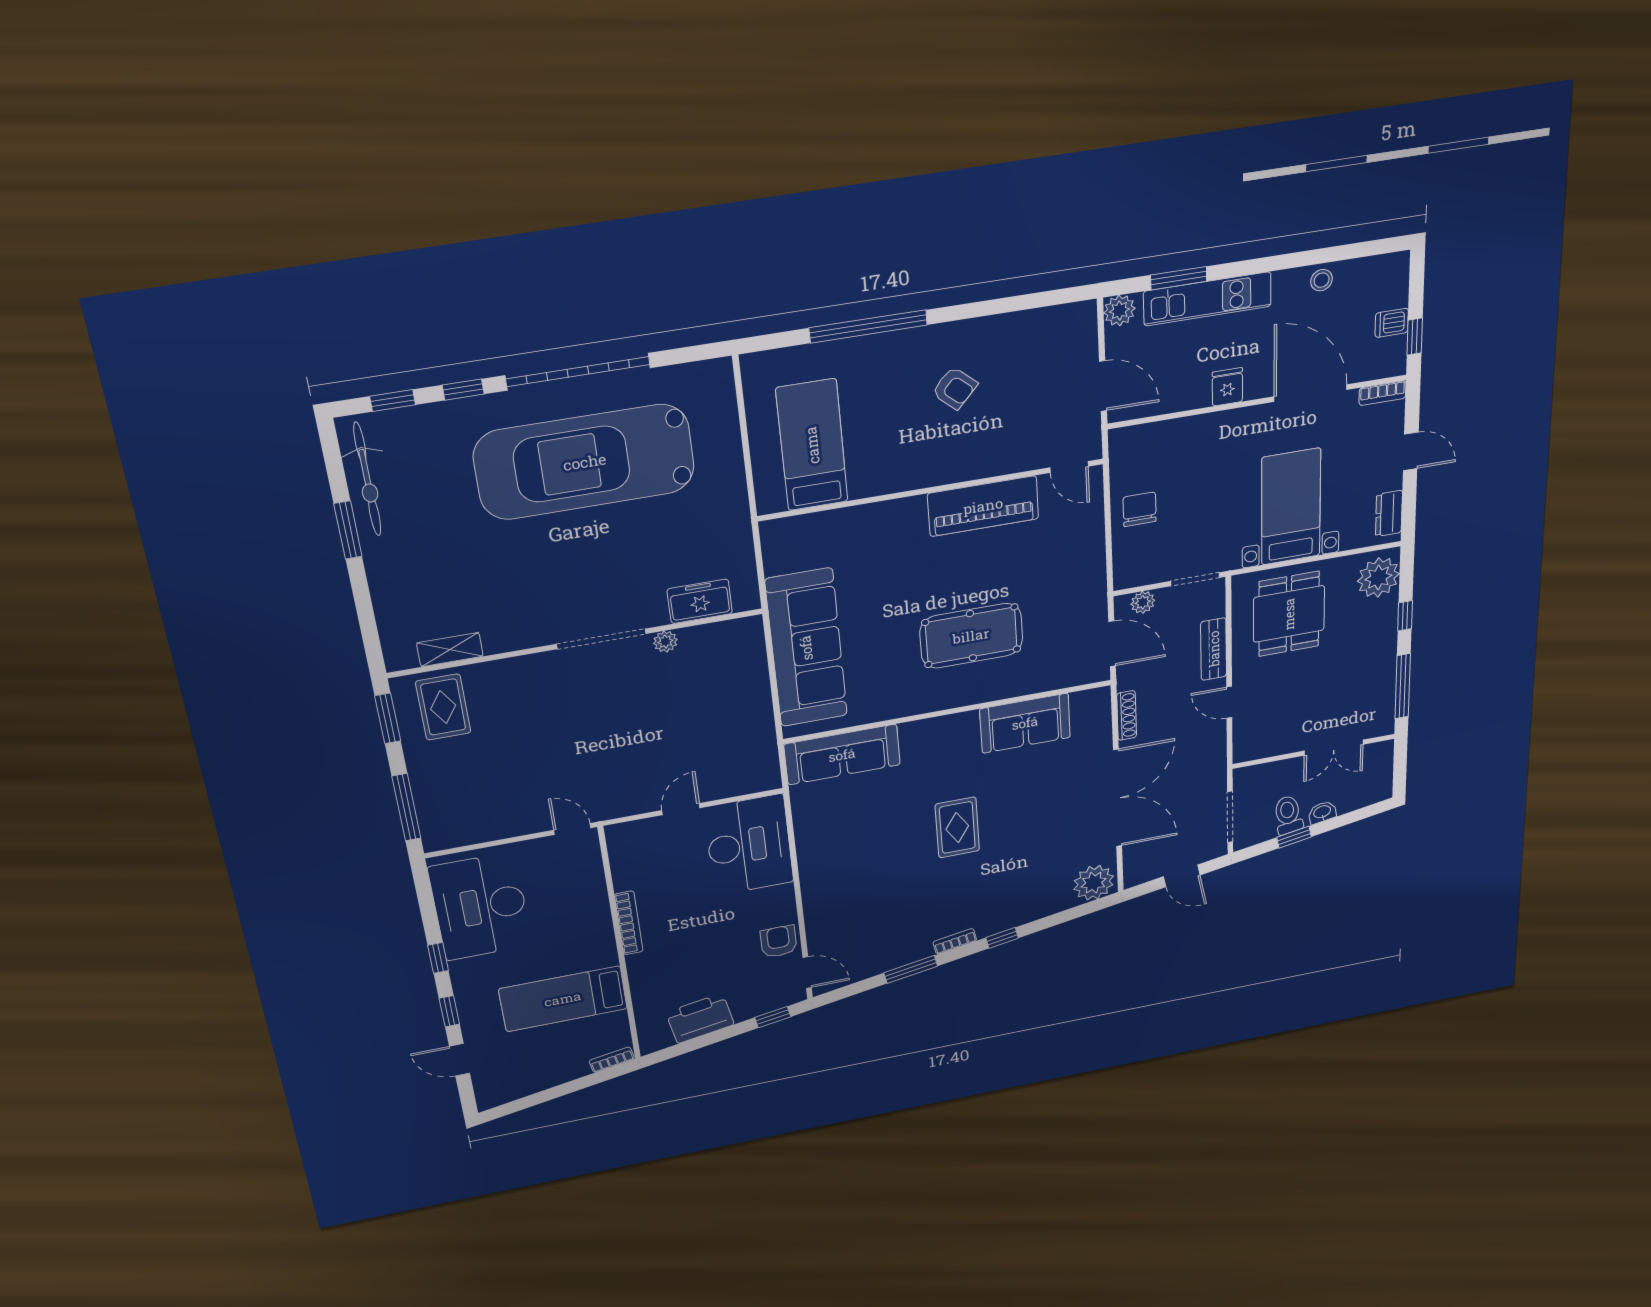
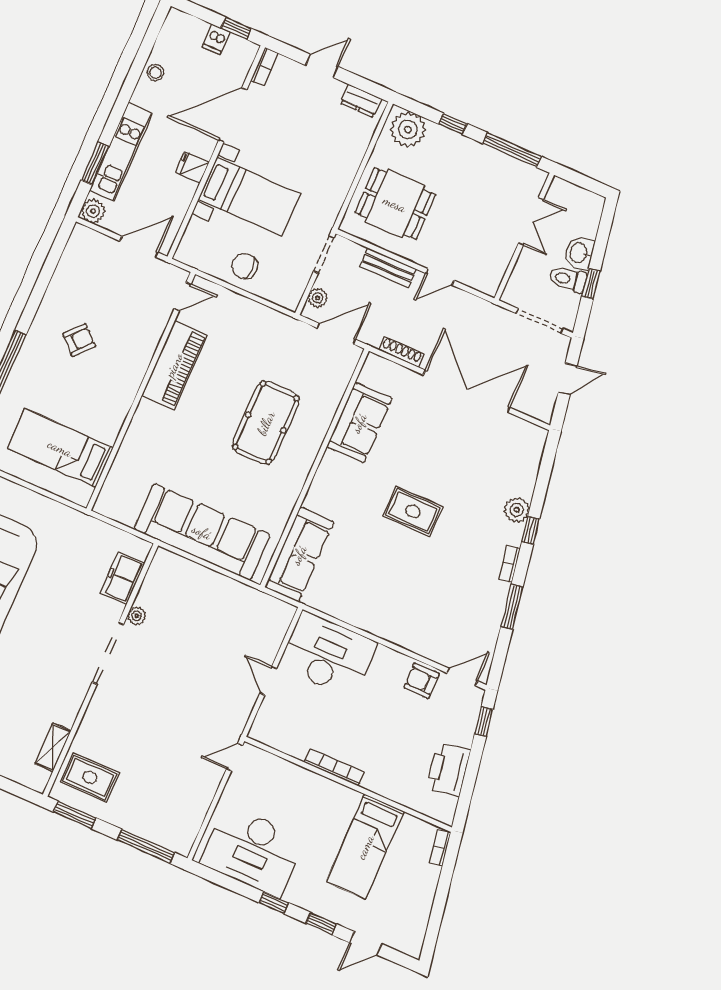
bed with nightstands: (1291, 507) -> (249, 197), moved, turned 180
washbasin: (1322, 812) -> (579, 253), width x1.38, depth x1.45
plant: (1094, 883) -> (517, 510), moved, width x0.73, depth x0.73

